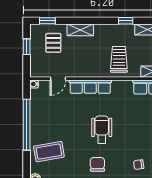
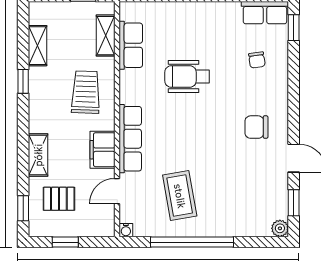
trolley: (119, 59) -> (86, 92), turned 92
filing cabinet: (83, 70) -> (103, 150), added
door: (58, 79) -> (117, 191), swing flipped
wheelchair: (102, 130) -> (187, 77), moved
coffee table: (49, 152) -> (180, 196), moved

